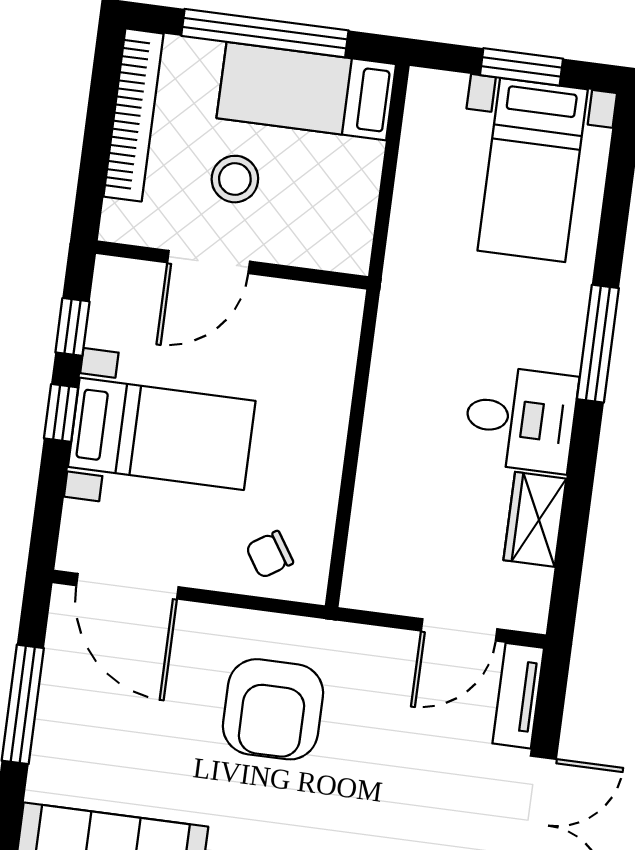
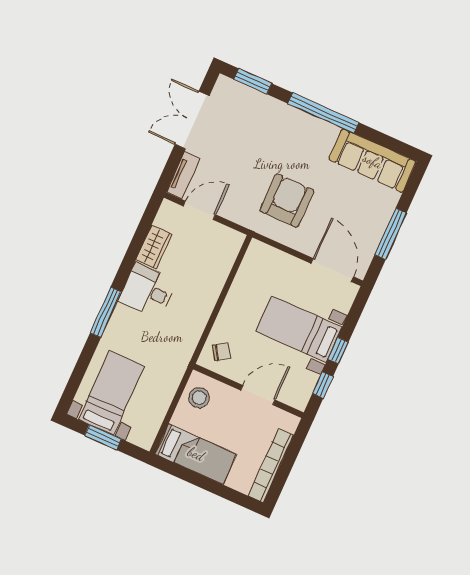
window: (265, 33) -> (206, 483), removed
stool: (235, 179) -> (199, 398), moved
chair: (270, 554) -> (222, 352), moved

